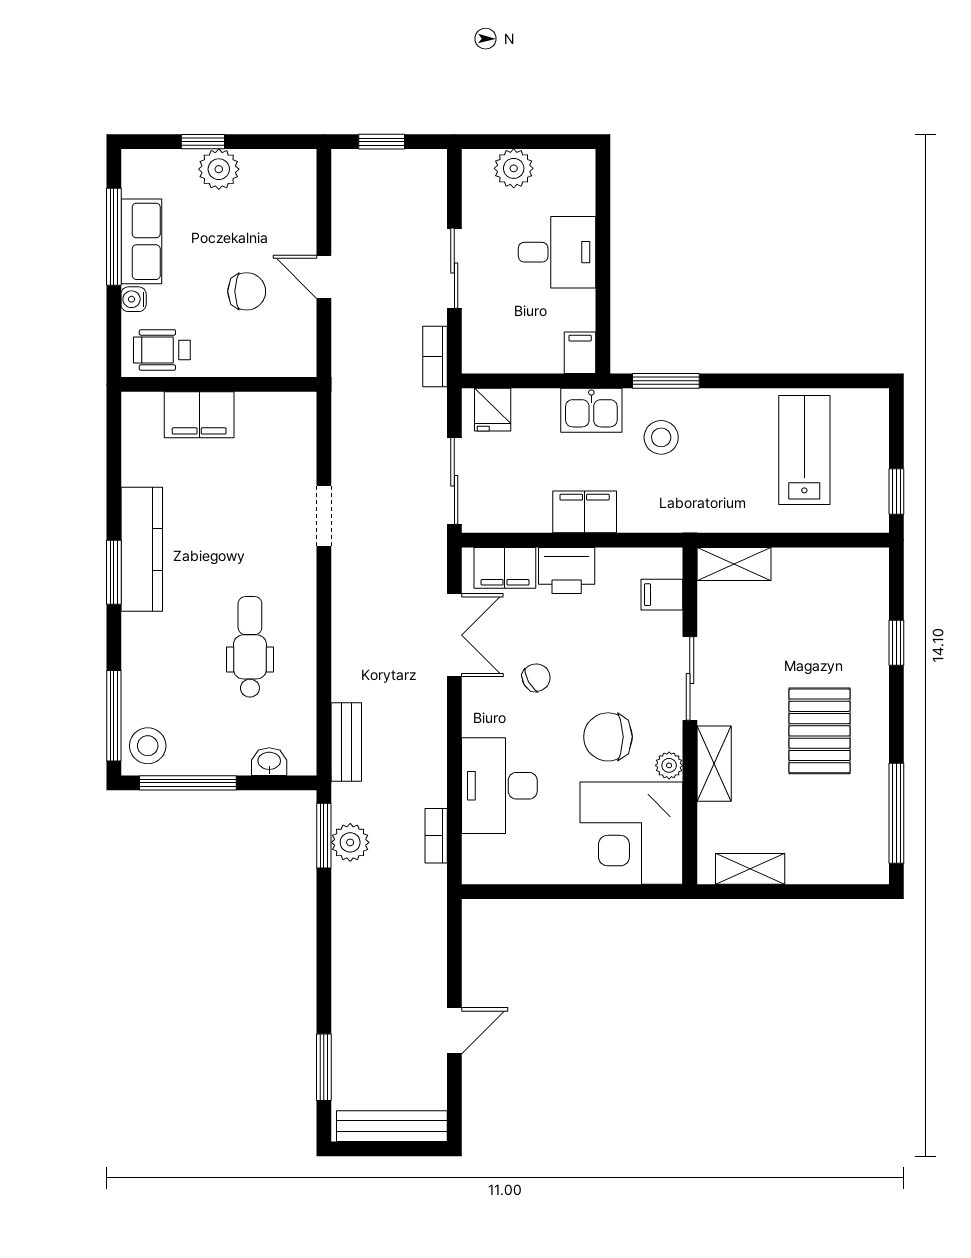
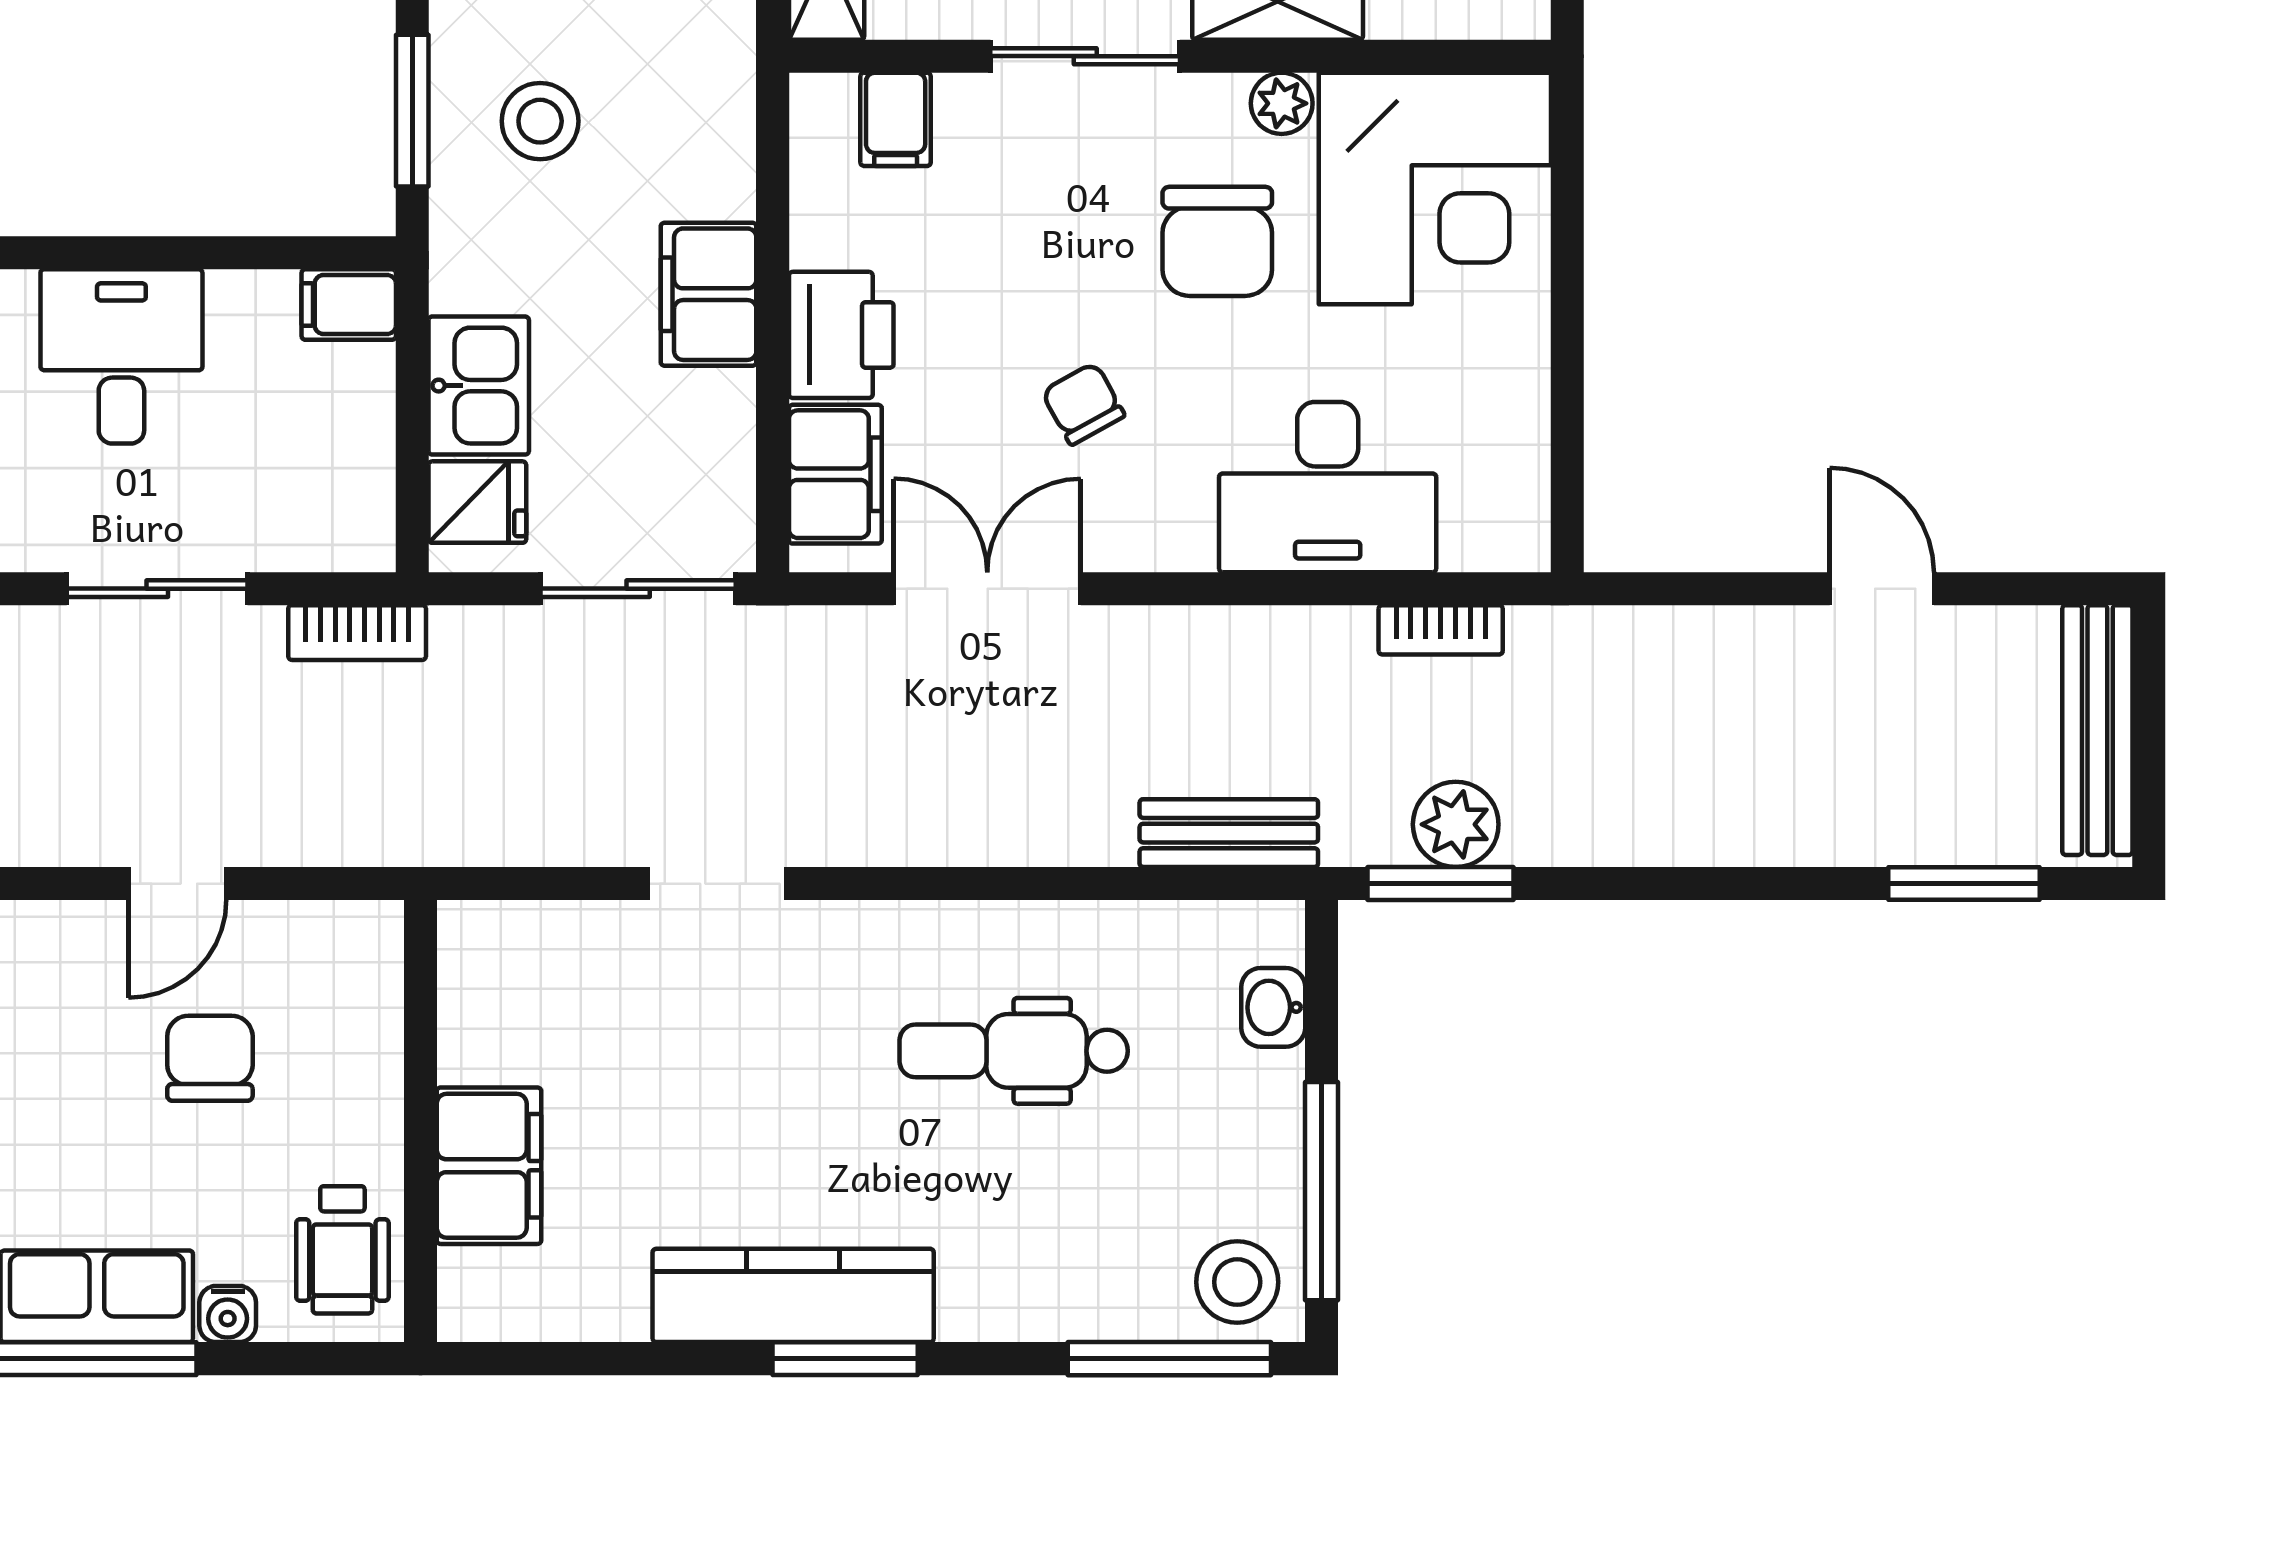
kitchen sink: (591, 410) -> (479, 386), moved

